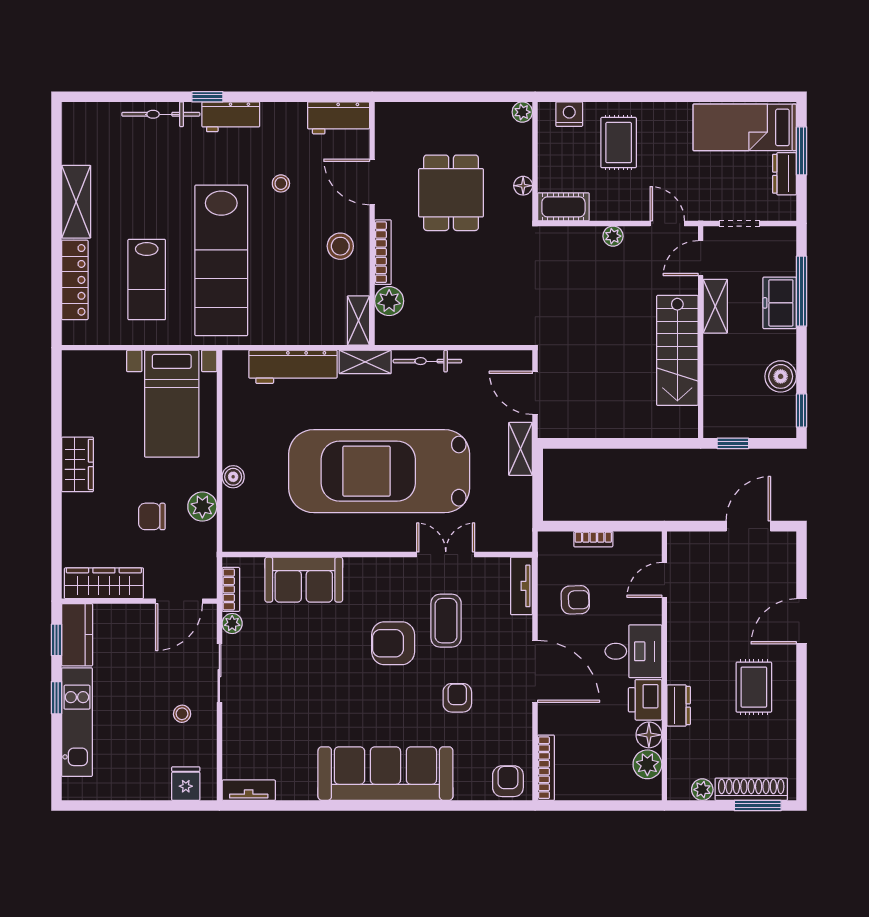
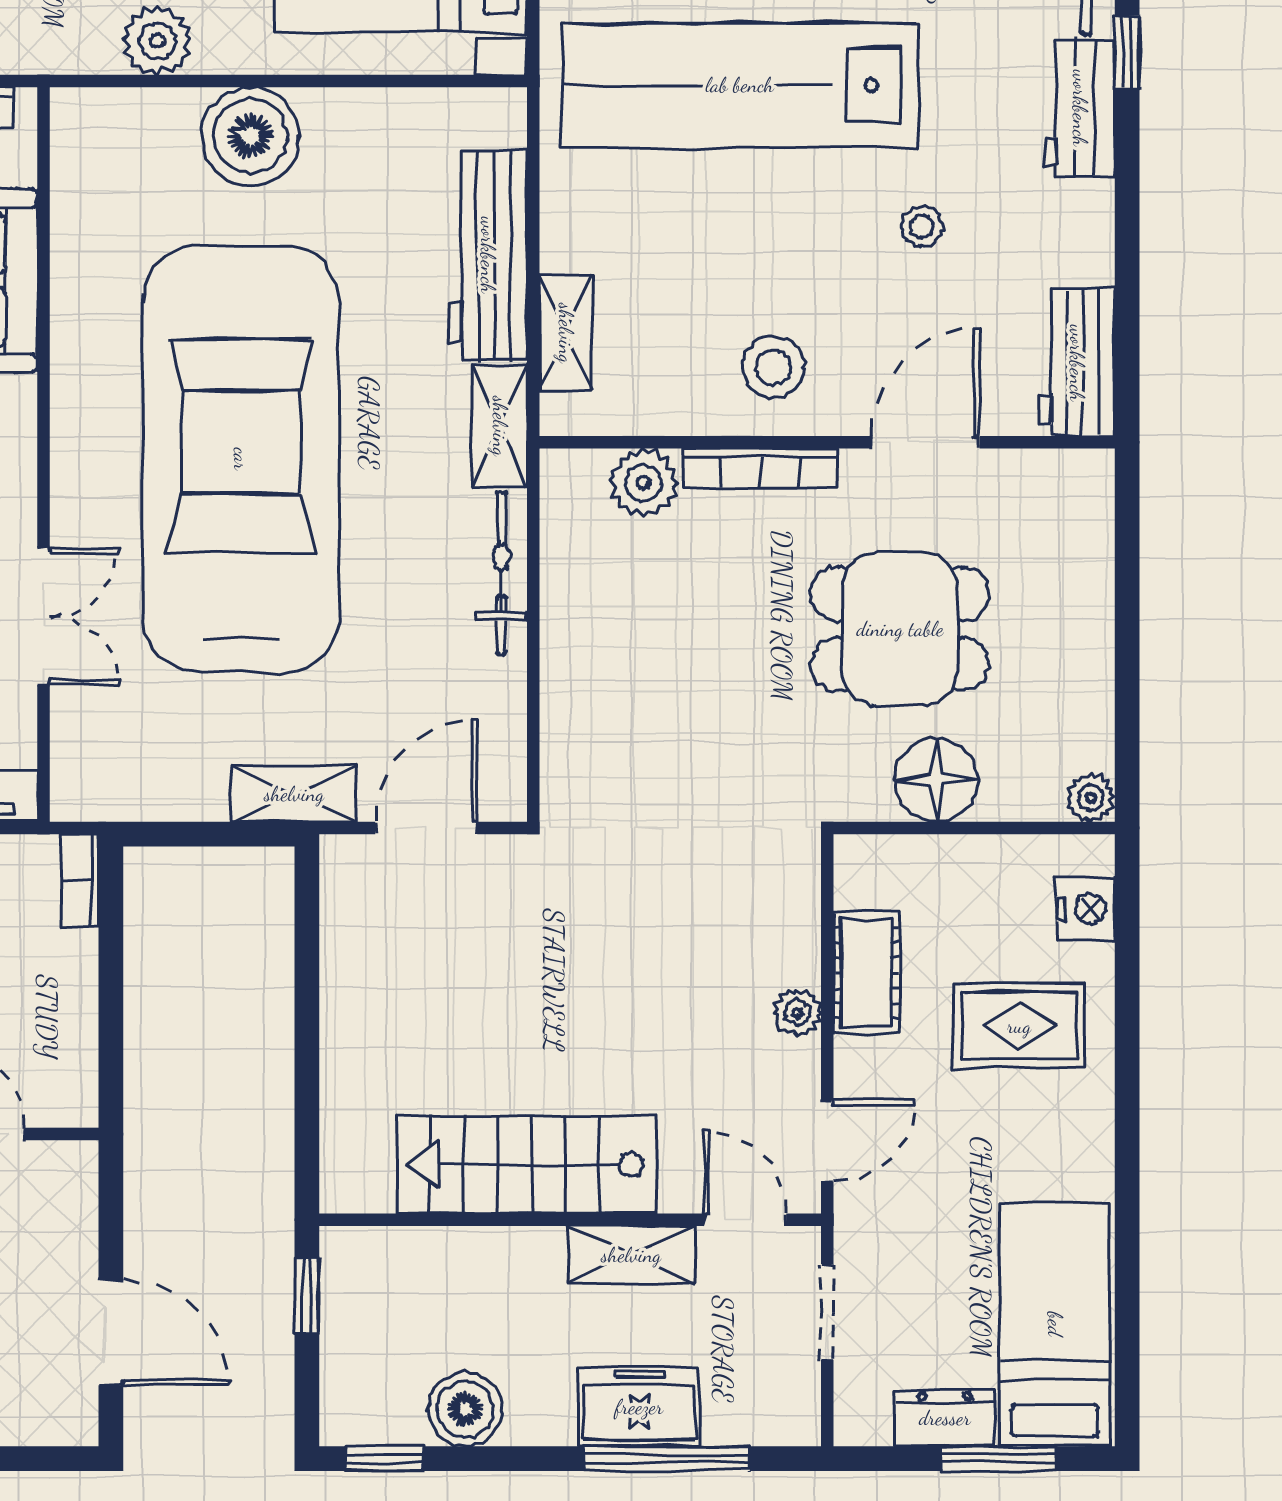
floor lamp: (523, 186) -> (936, 780), width x1.89, depth x1.89
cot: (563, 207) -> (866, 973), moved
shelving: (358, 320) -> (566, 333), moved, turned 90
boiler: (233, 477) -> (250, 136), width x1.86, depth x1.86
bookcase: (593, 539) -> (80, 880), moved

